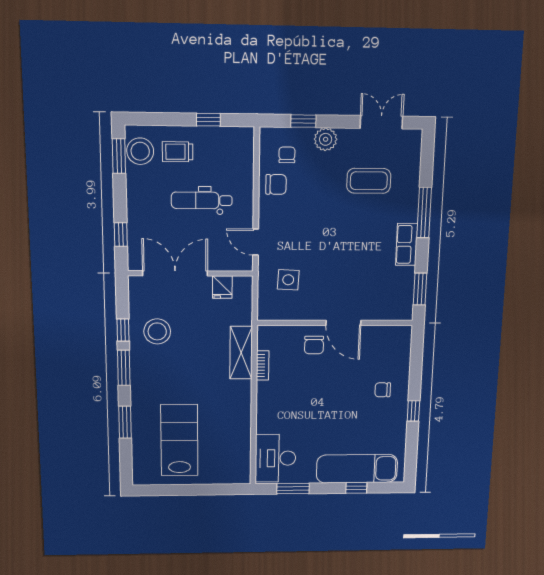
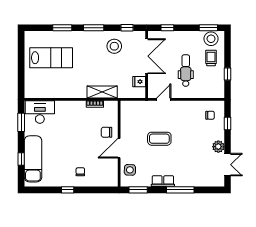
plant: (326, 139) -> (218, 147), moved
coffee table: (369, 181) -> (159, 139), moved, turned 90
chair: (276, 184) -> (195, 110), removed
side table: (288, 280) -> (130, 170), moved
window: (123, 330) -> (127, 28), moved

